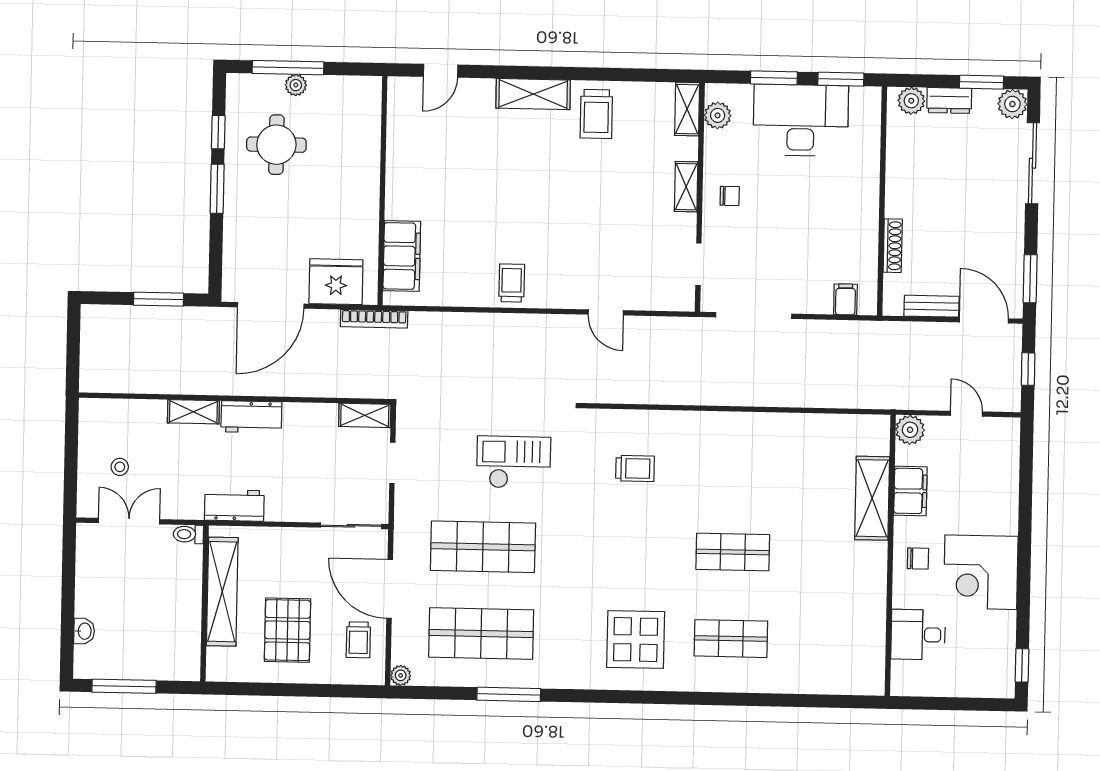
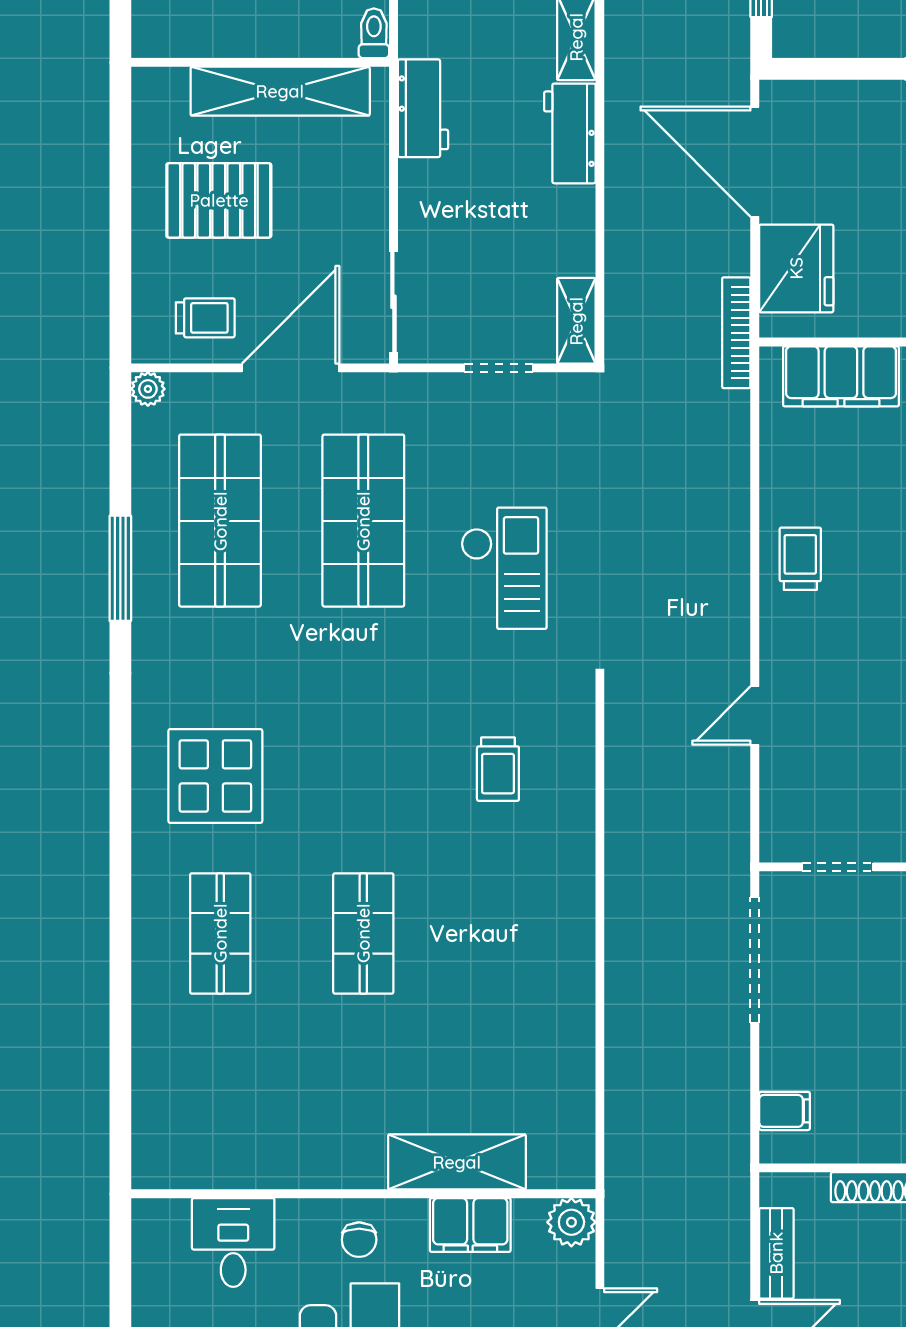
trolley: (512, 283) -> (800, 559), turned -90
trolley: (358, 640) -> (205, 318), turned 180

